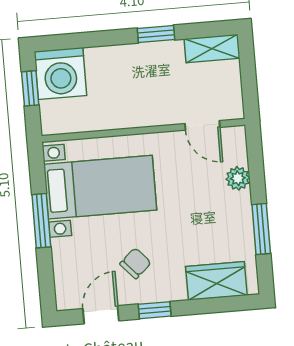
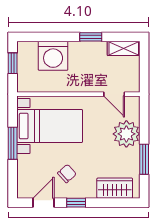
washing machine: (60, 73) -> (53, 56), moved
plant: (238, 178) -> (126, 134), width x1.87, depth x1.87

